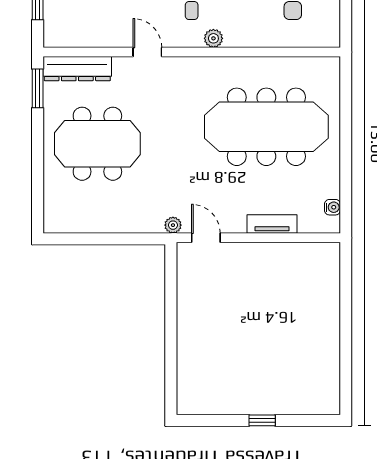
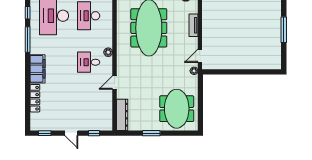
window: (38, 88) -> (151, 133), moved
meeting table: (97, 144) -> (177, 109), moved
window: (262, 420) -> (284, 30), width x2.17

